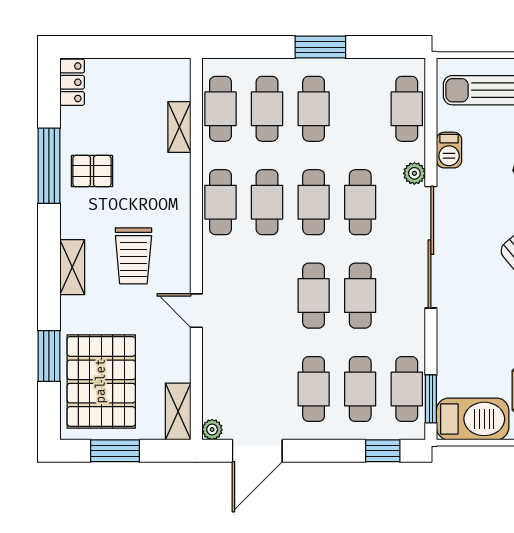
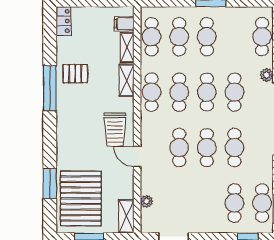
filing cabinet: (174, 87) -> (124, 24), added
window: (49, 166) -> (50, 88), moved
trolley: (133, 256) -> (115, 129), moved
shelving: (72, 267) -> (127, 80), moved
cafe table: (314, 389) -> (179, 148), moved
plant: (212, 430) -> (147, 201), moved

